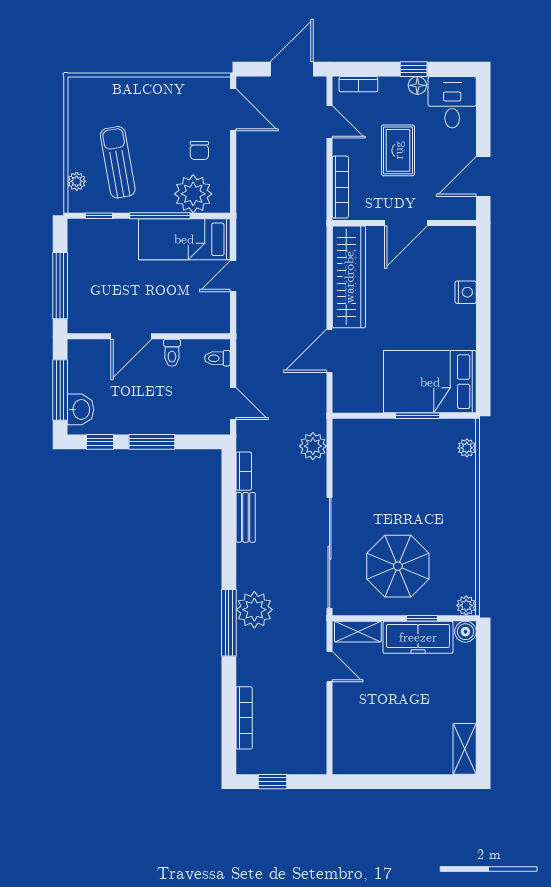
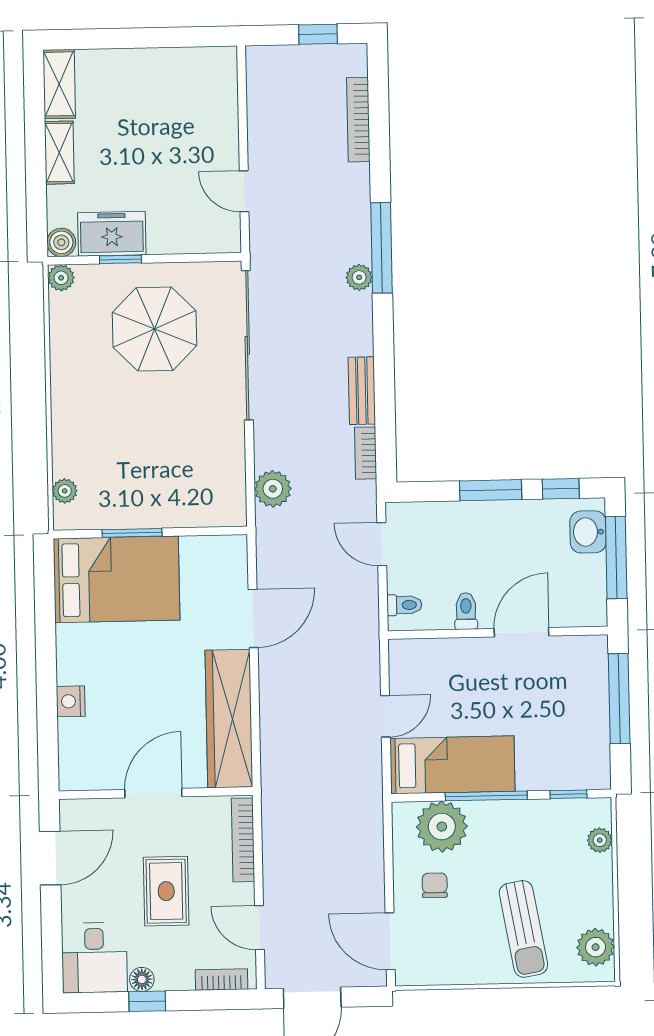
plant: (81, 102) -> (596, 947), added
sun lounger: (118, 162) -> (523, 929), moved
plant: (254, 610) -> (359, 277), width x0.53, depth x0.53
shelving: (358, 632) -> (59, 153), moved, turned 90
freezer: (418, 637) -> (112, 234), width x0.71

